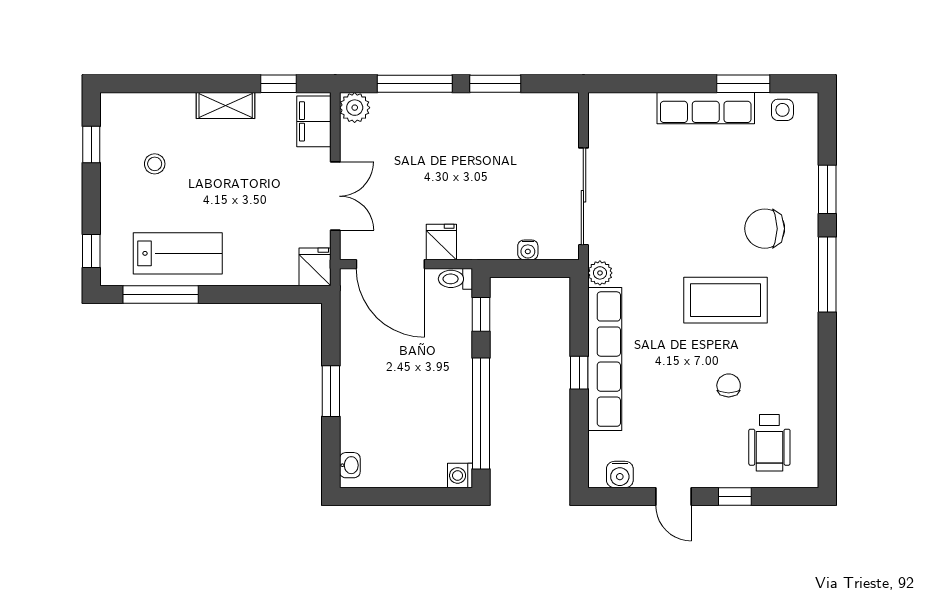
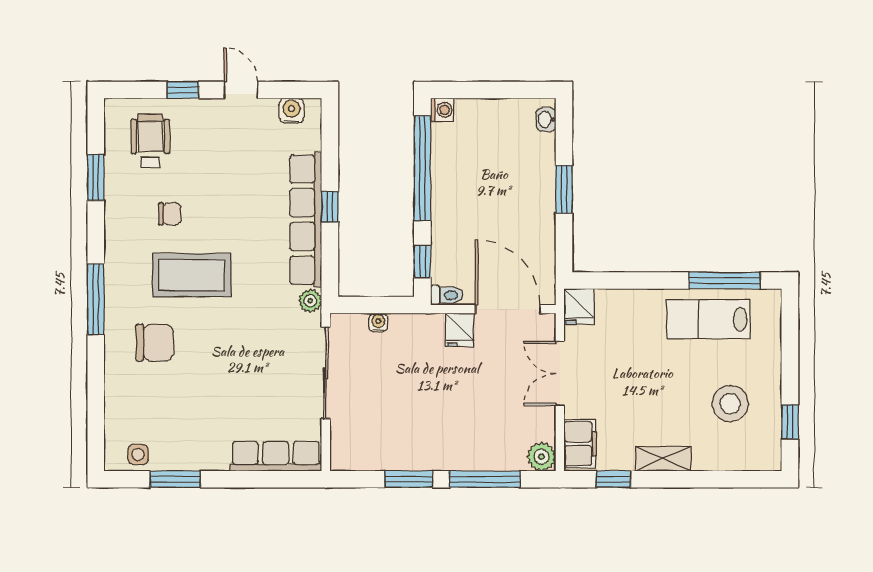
row of seats: (706, 108) -> (276, 456), moved
stool: (155, 164) -> (730, 404), width x1.89, depth x1.89
window: (827, 189) -> (96, 178), moved
window: (91, 251) -> (790, 321), removed
chair: (729, 385) -> (170, 214), moved, turned -90

